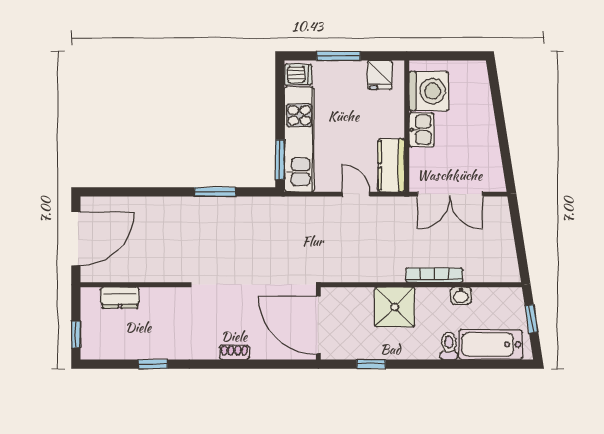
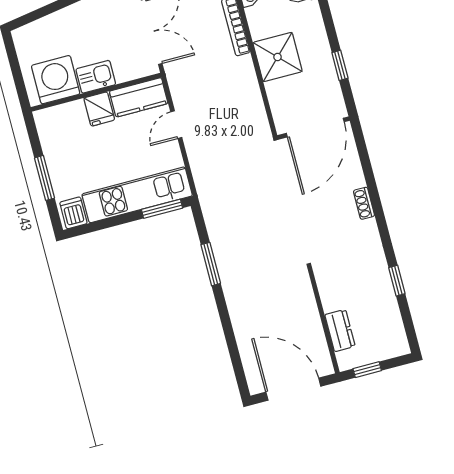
fridge: (380, 75) -> (99, 109), moved, turned 90
window: (76, 335) -> (367, 370), moved

